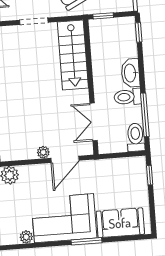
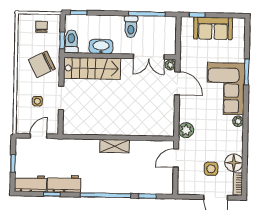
washbasin: (130, 73) -> (101, 47), moved, turned 180
toilet: (136, 137) -> (71, 42), moved, turned 90
plant: (43, 152) -> (170, 65), moved
sofa: (120, 223) -> (213, 28), moved, turned -90

